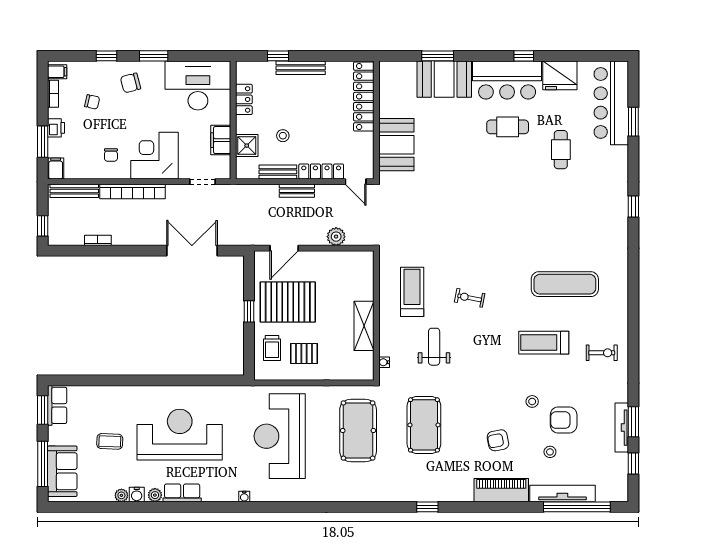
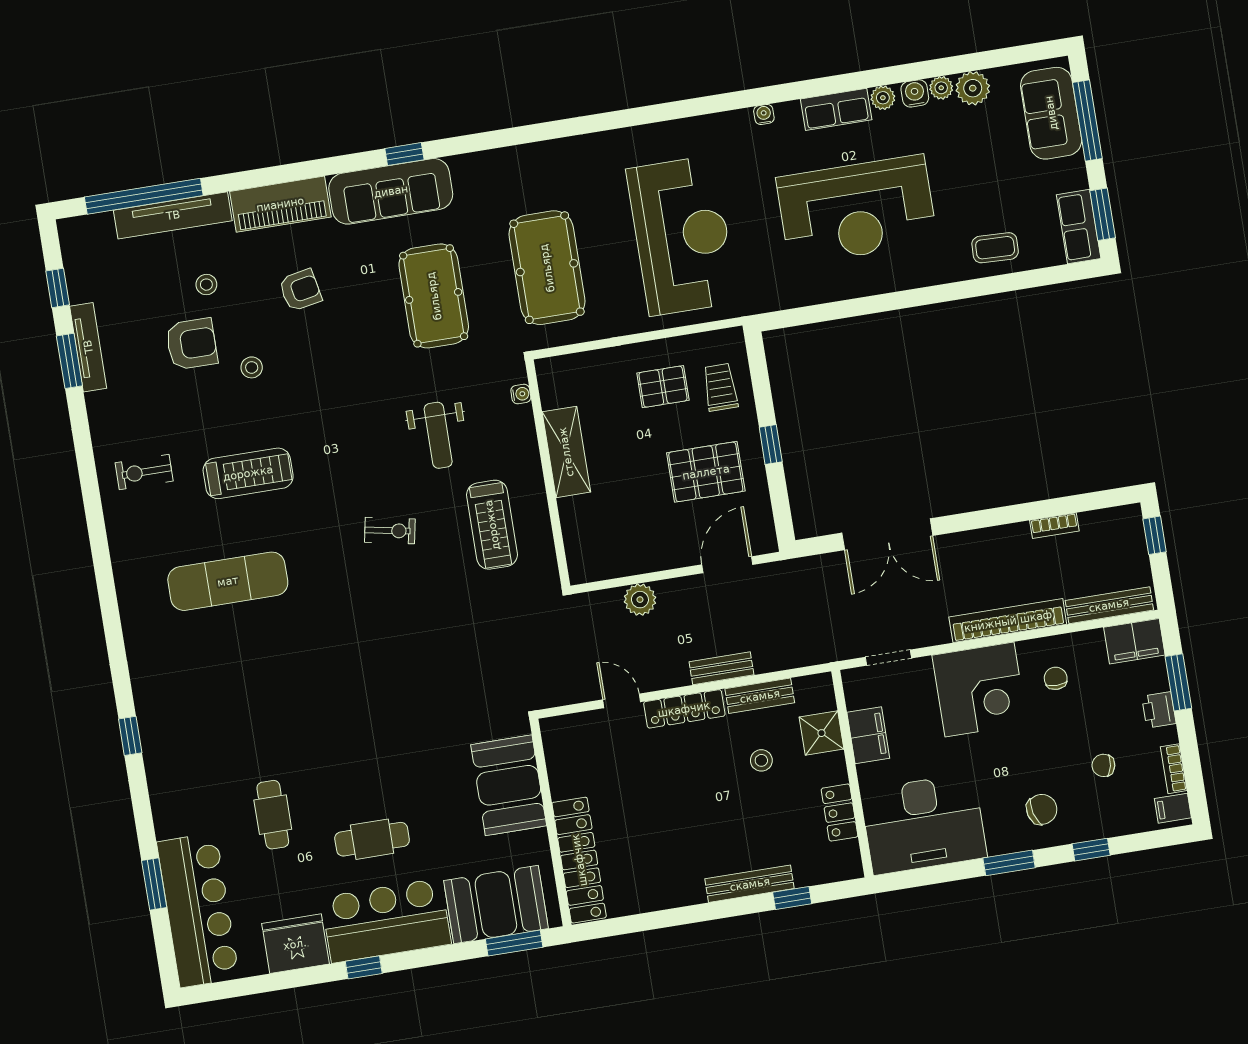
locker: (364, 96) -> (579, 860), moved
wall: (376, 120) -> (551, 823), moved
booth: (396, 145) -> (509, 785), moved
filing cabinet: (56, 169) -> (1134, 641), width x2.00
pallet: (288, 302) -> (706, 472), width x0.73, depth x0.71
coffee table: (110, 441) -> (995, 248), moved
sofa: (438, 487) -> (391, 191), added
plant: (104, 492) -> (973, 88), added
water cooler: (244, 497) -> (764, 114), moved

